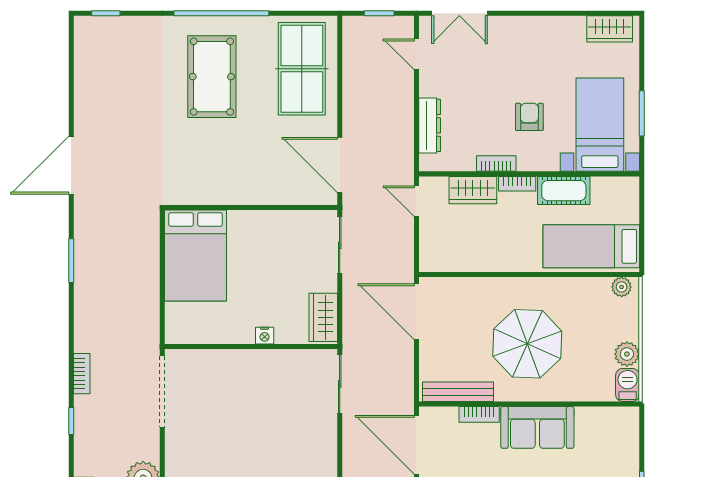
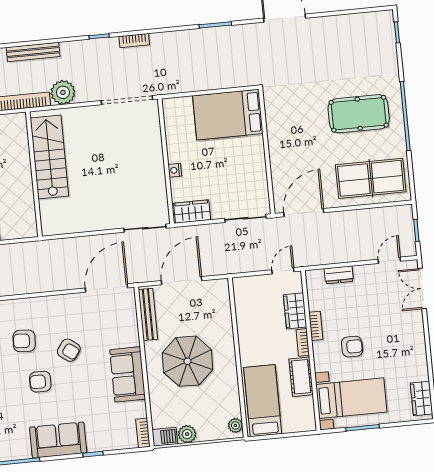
dresser: (430, 125) -> (339, 275), width x0.70
door: (416, 312) -> (182, 281), moved
bookcase: (479, 414) -> (143, 433), moved

